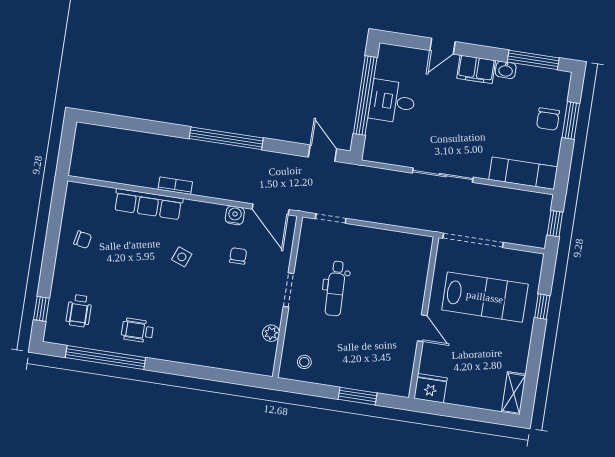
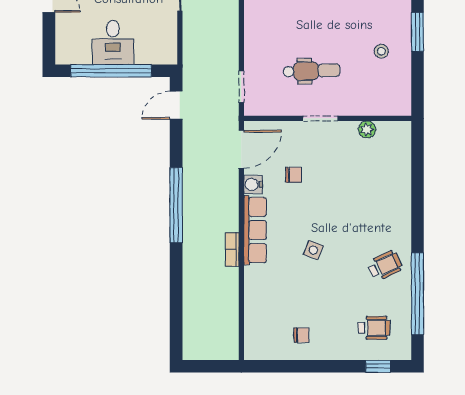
row of seats: (148, 204) -> (255, 230), moved
chair: (83, 240) -> (301, 335), turned 78
chair: (238, 256) -> (294, 175), turned 180
side table: (182, 257) -> (313, 250), moved
wheelchair: (137, 330) -> (385, 266), turned -115
stool: (304, 362) -> (381, 51), moved

